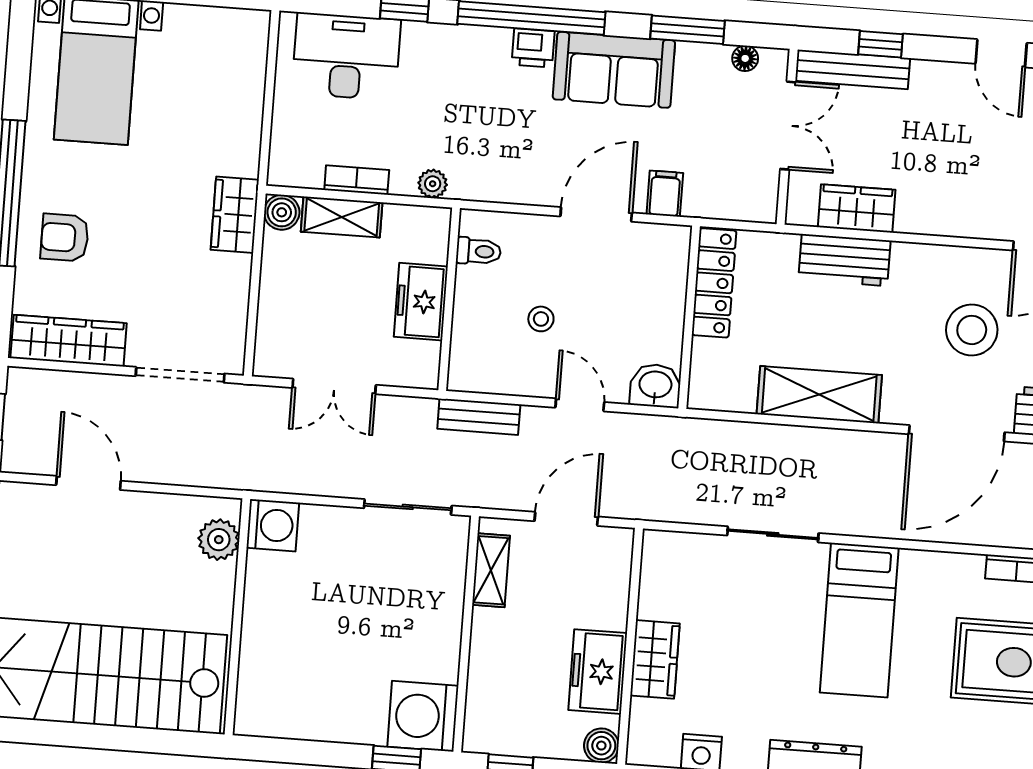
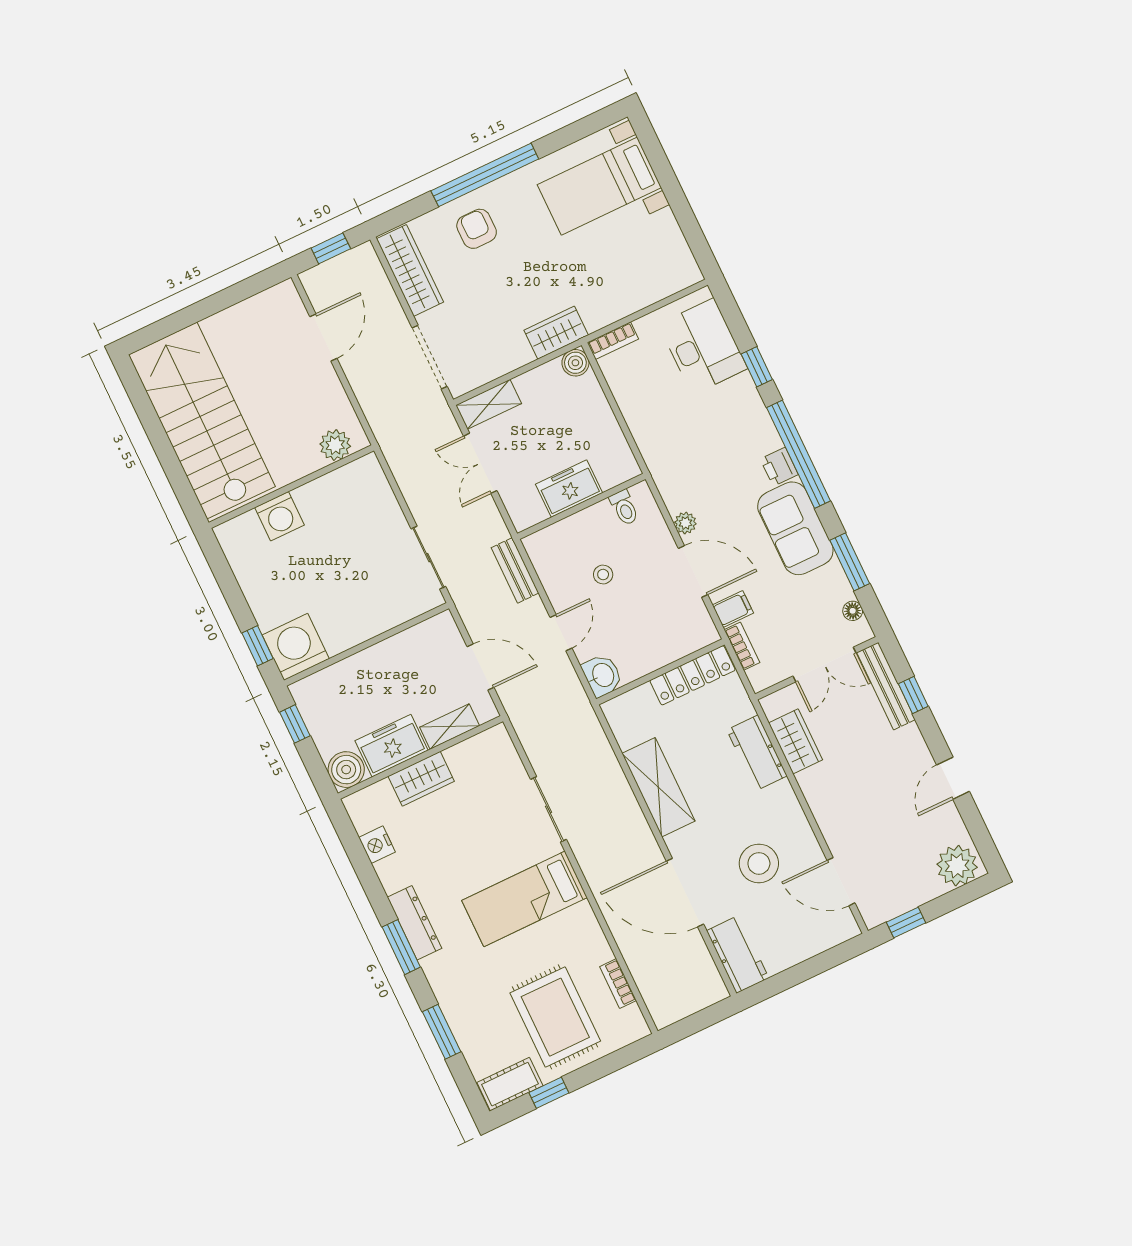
bookcase: (357, 180) -> (613, 341), moved, turned 90
plant: (433, 184) -> (685, 523), moved
bookcase: (713, 208) -> (742, 646), added
shelving: (342, 217) -> (489, 404), moved, turned 90
washing machine: (273, 525) -> (279, 516), moved
shelving: (491, 570) -> (450, 726), moved
boiler: (601, 746) -> (346, 770), width x1.36, depth x1.36

